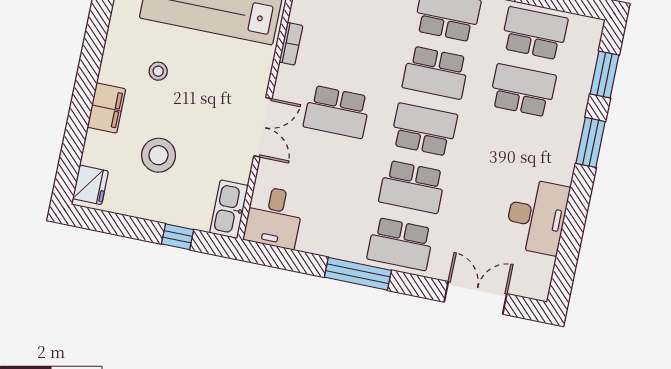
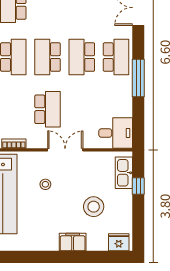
stool: (158, 71) -> (45, 184), moved
school desk: (412, 187) -> (82, 57), turned 180
kitchen sink: (229, 209) -> (124, 173), moved, turned 90

